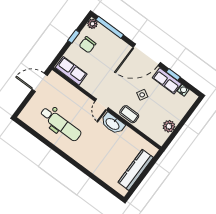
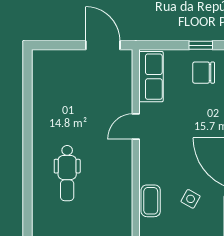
door: (101, 104) -> (136, 126), moved
dental chair: (61, 124) -> (67, 173), moved, width x0.73, depth x0.72
washbasin: (113, 124) -> (121, 188), removed

